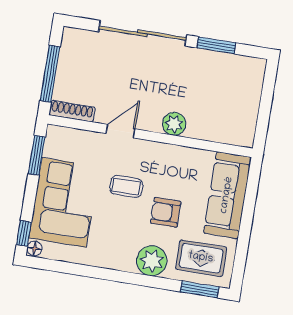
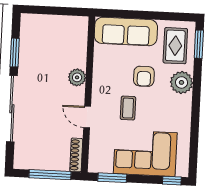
floor lamp: (34, 248) -> (182, 171), removed

